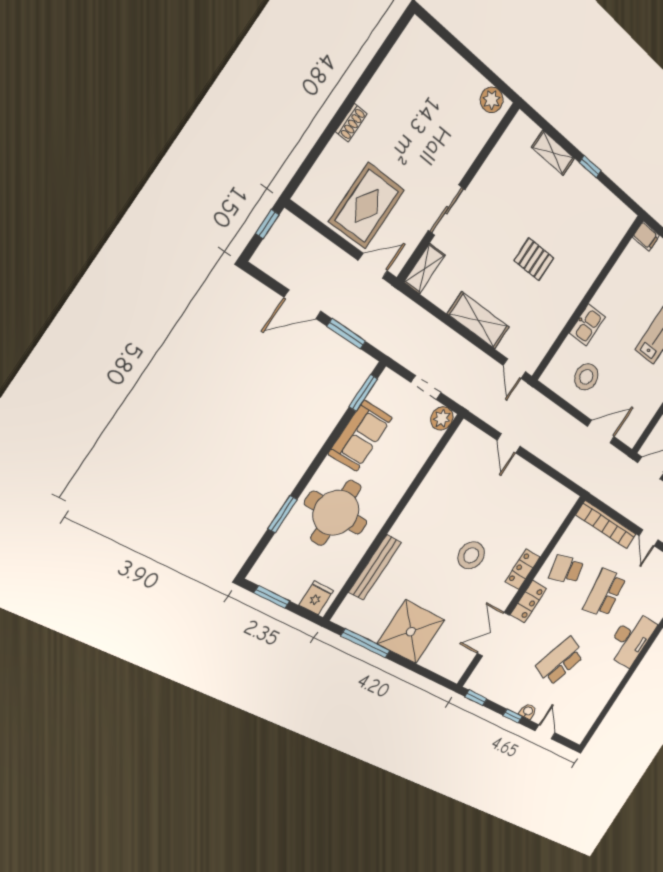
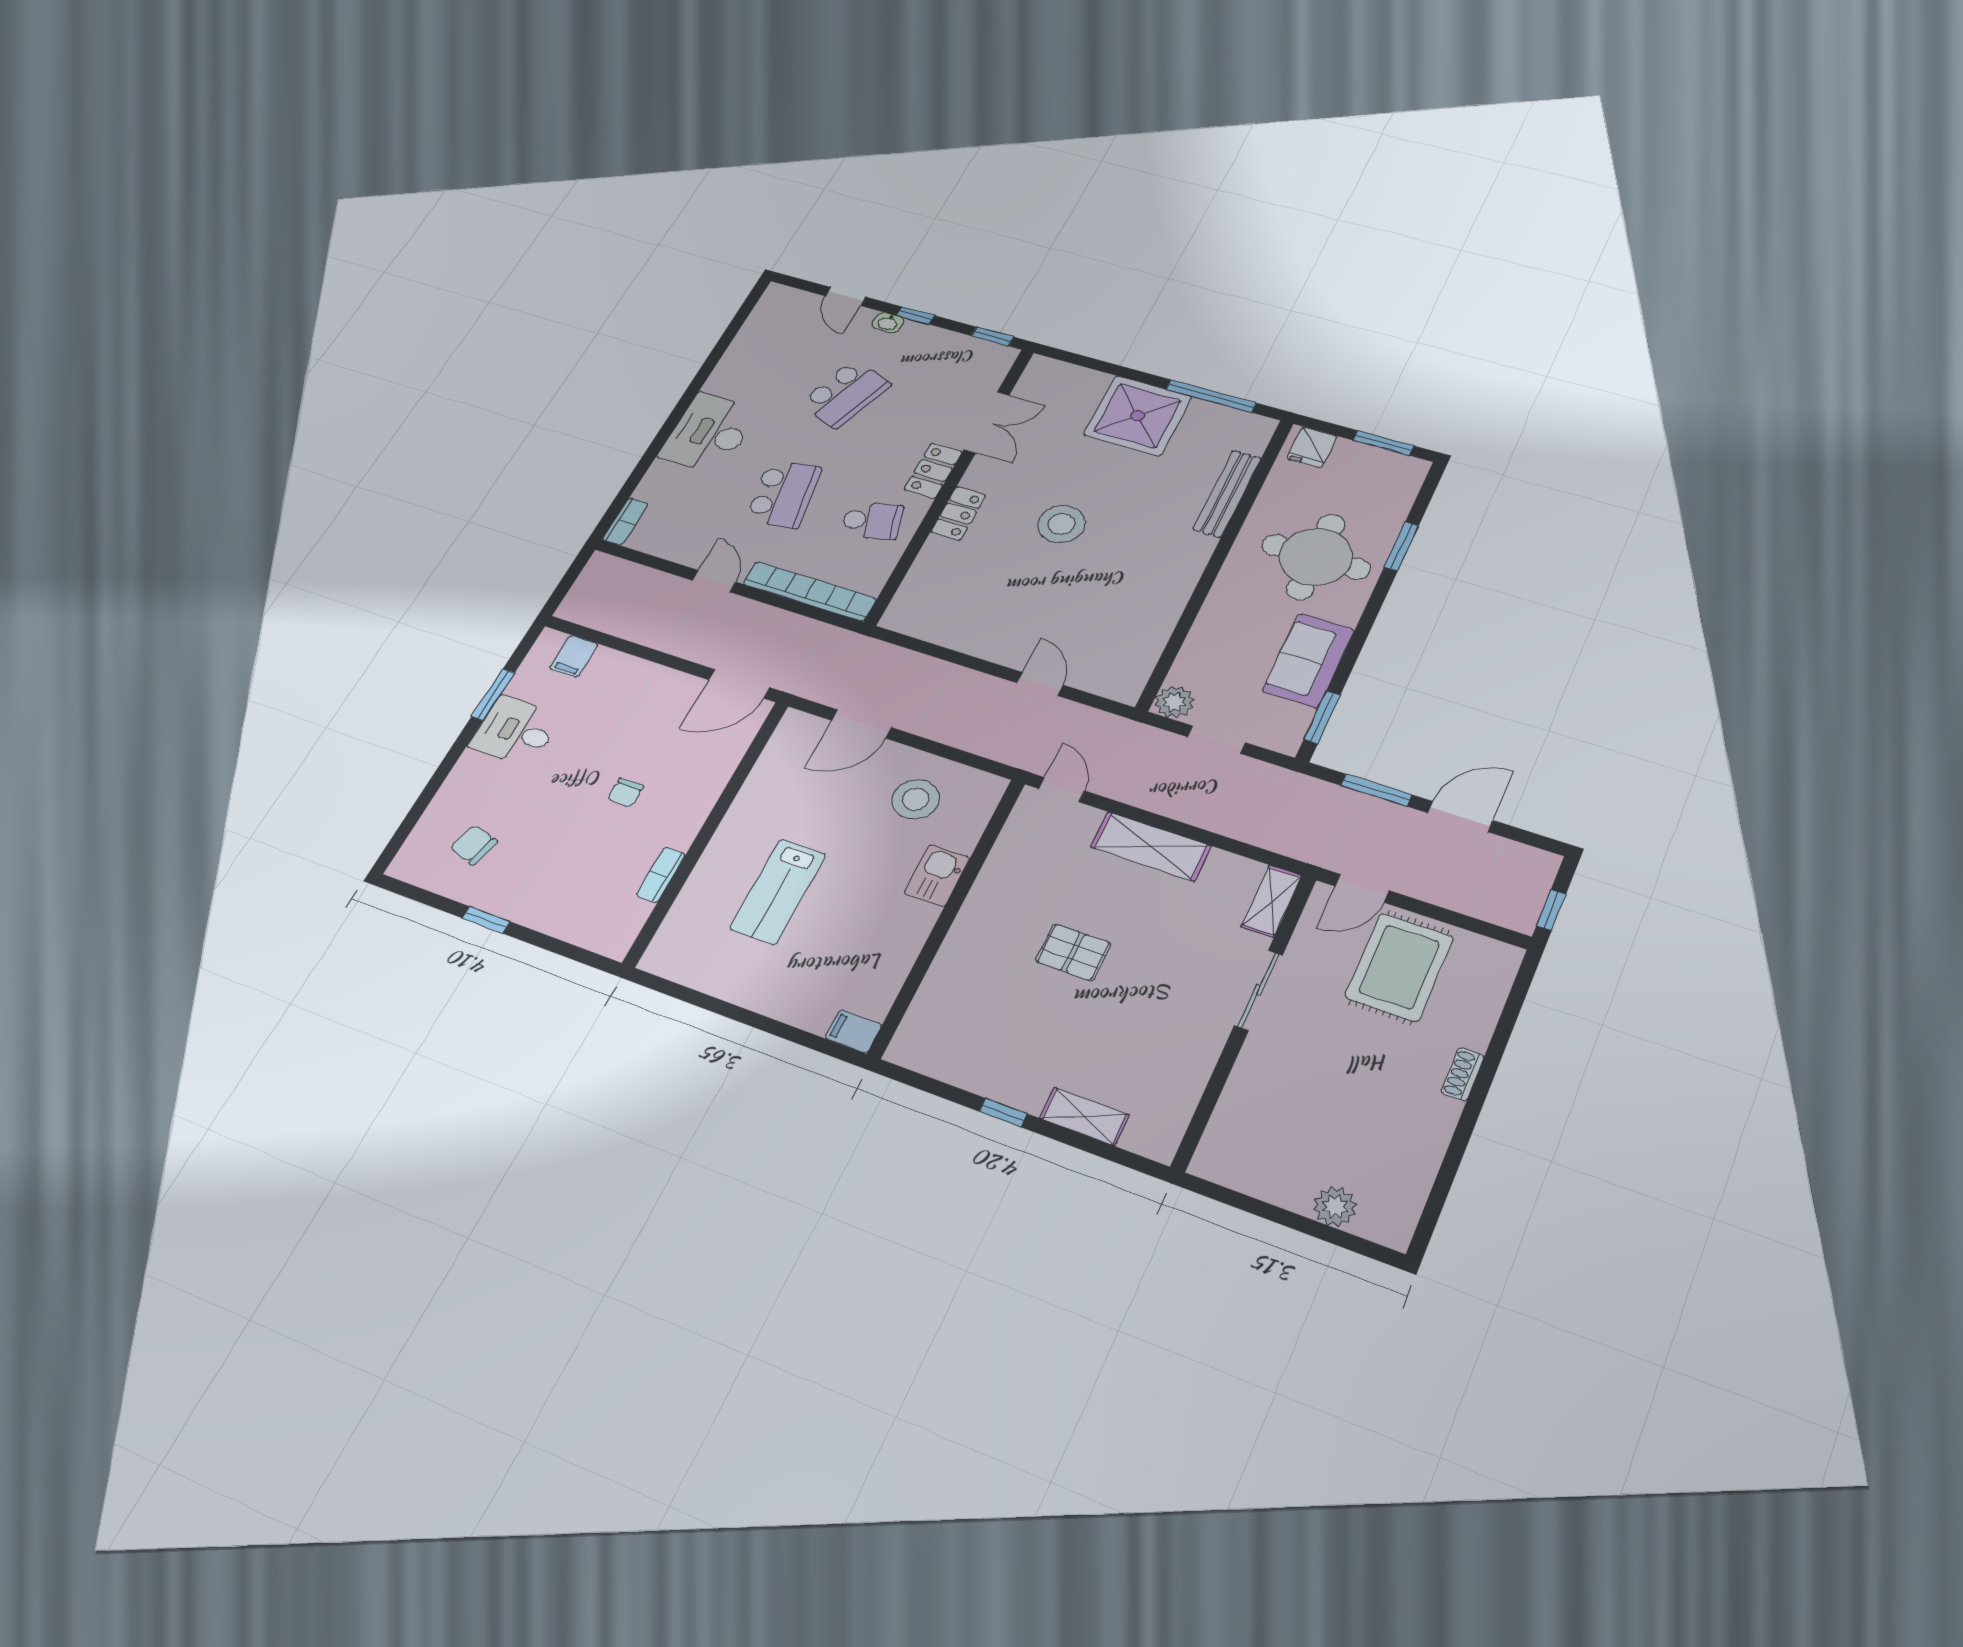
plant: (492, 100) -> (1335, 1207), moved

